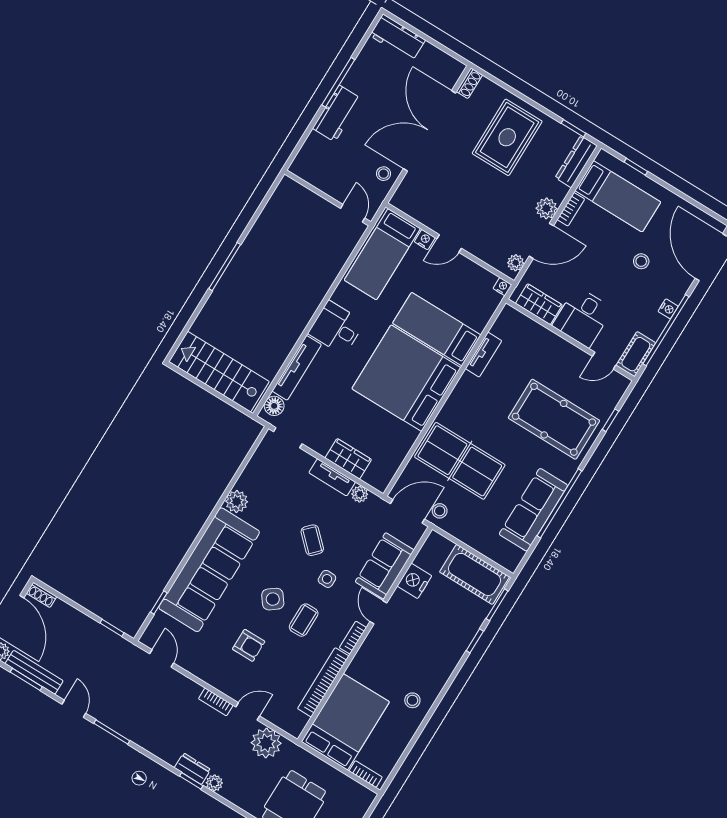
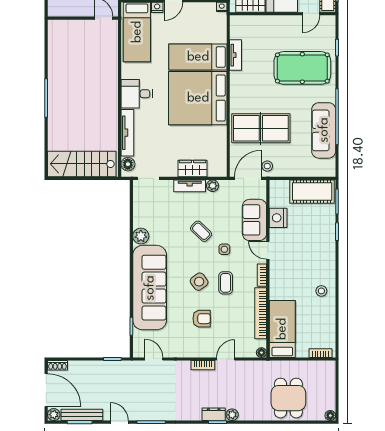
bed: (345, 722) -> (282, 329), width x0.67
floor lamp: (295, 730) -> (261, 353), added
plant: (266, 743) -> (249, 371), removed

